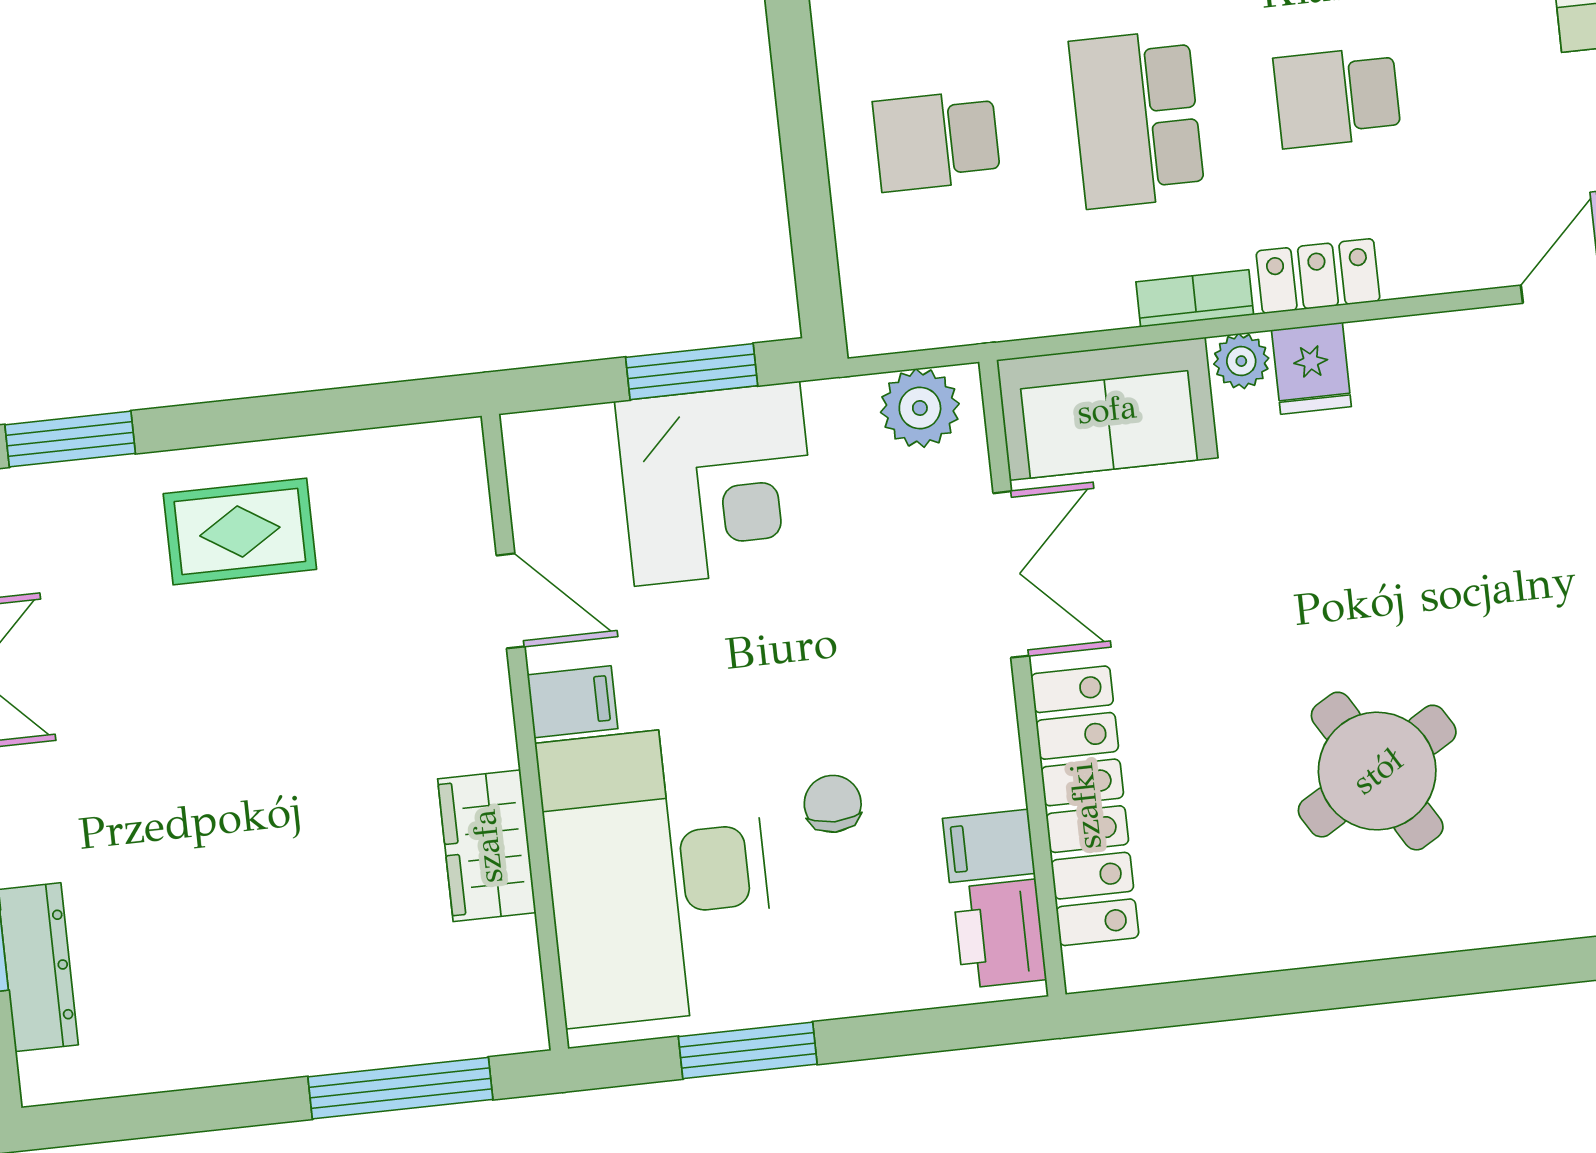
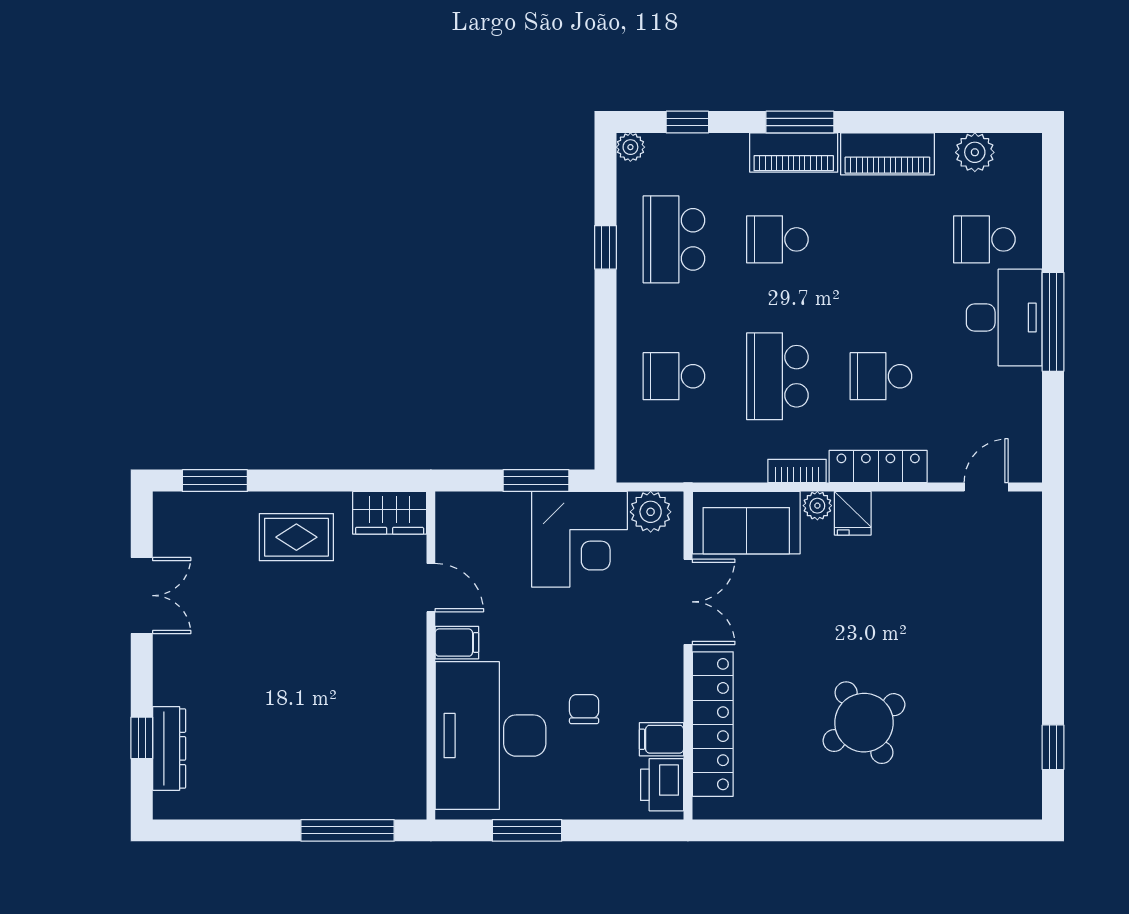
locker: (1318, 276) -> (878, 466), width x1.53
corner desk: (717, 484) -> (579, 539), moved
wardrobe: (487, 846) -> (390, 513), moved, turned -90

